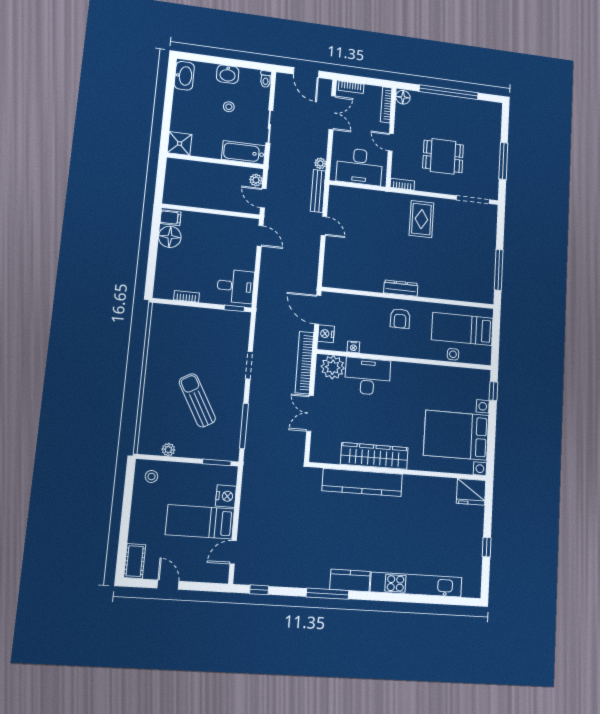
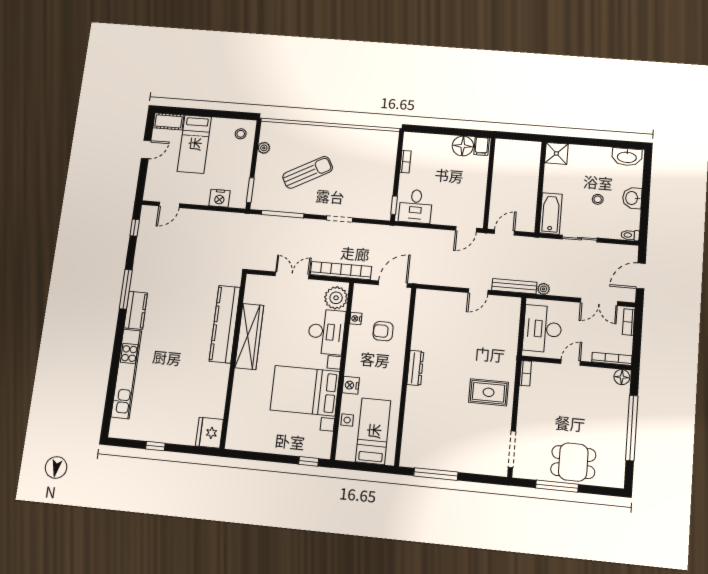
dining table: (443, 156) -> (573, 462), moved, turned 90
plant: (256, 180) -> (523, 225), removed
armchair: (400, 319) -> (383, 331), moved
nightstand: (326, 334) -> (351, 385), moved, turned -90
bed with nightstands: (456, 435) -> (305, 391), moved, turned -90
bed: (200, 522) -> (194, 144), moved, turned 180
door: (233, 552) -> (169, 205), swing flipped

